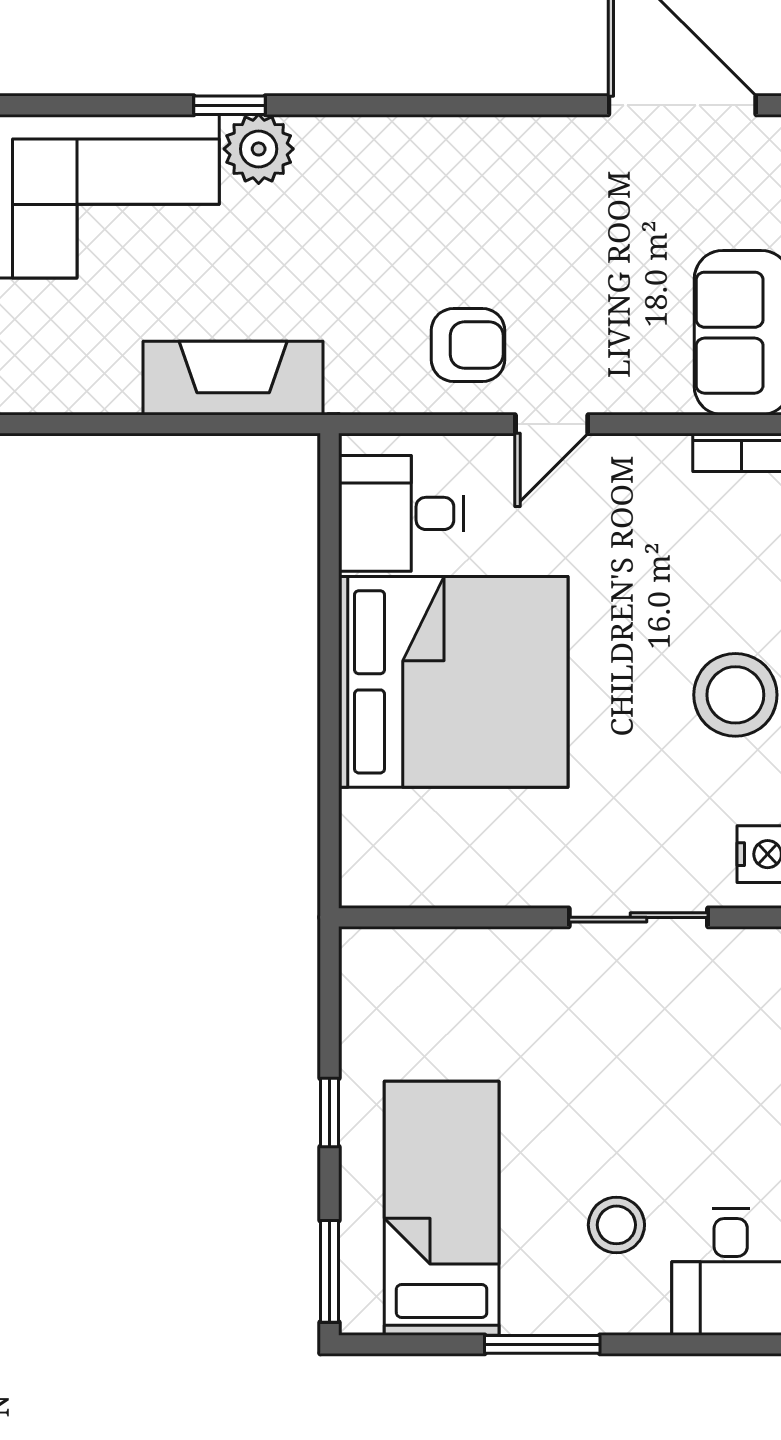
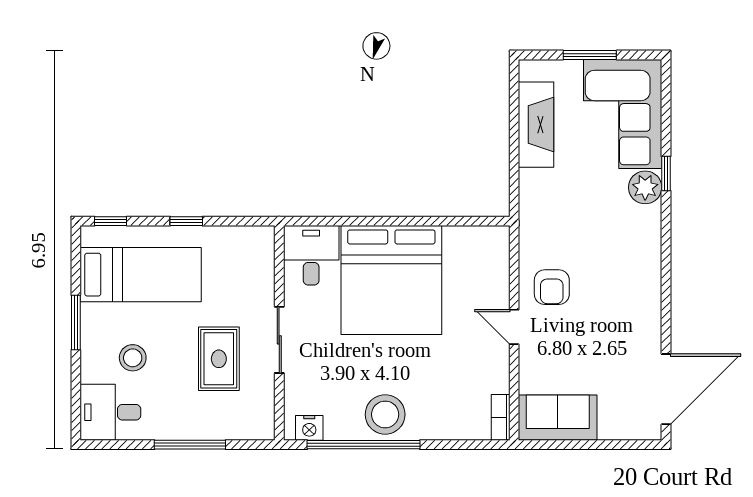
fireplace: (233, 378) -> (536, 125), moved
desk: (401, 513) -> (311, 255), moved
sliding door: (638, 917) -> (279, 340), moved
rug: (619, 1044) -> (219, 359), added
window: (329, 1271) -> (111, 221), width x0.67

